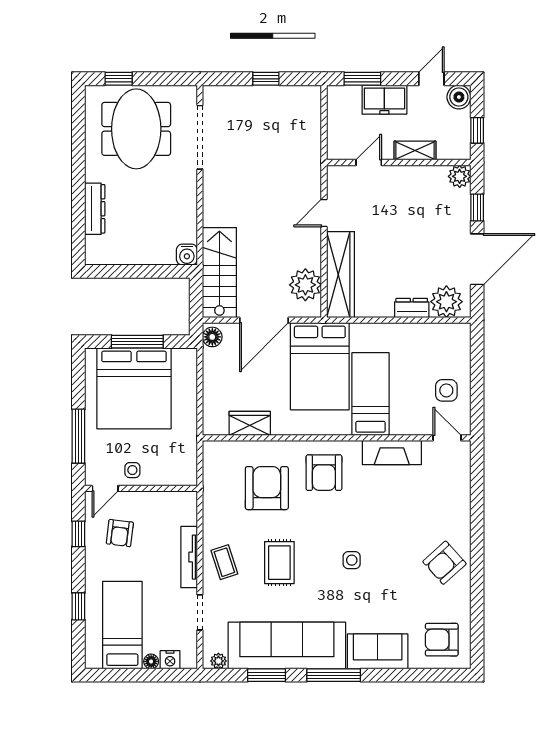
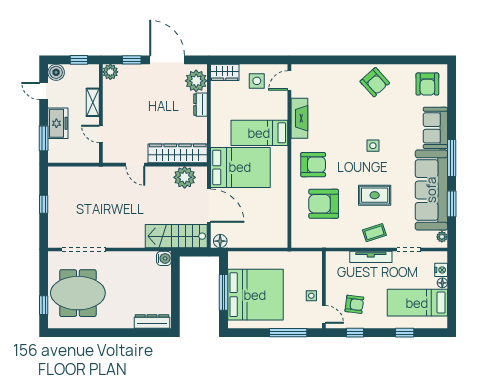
dresser: (95, 209) -> (152, 321), moved
wardrobe: (250, 423) -> (225, 72), moved, turned -90

